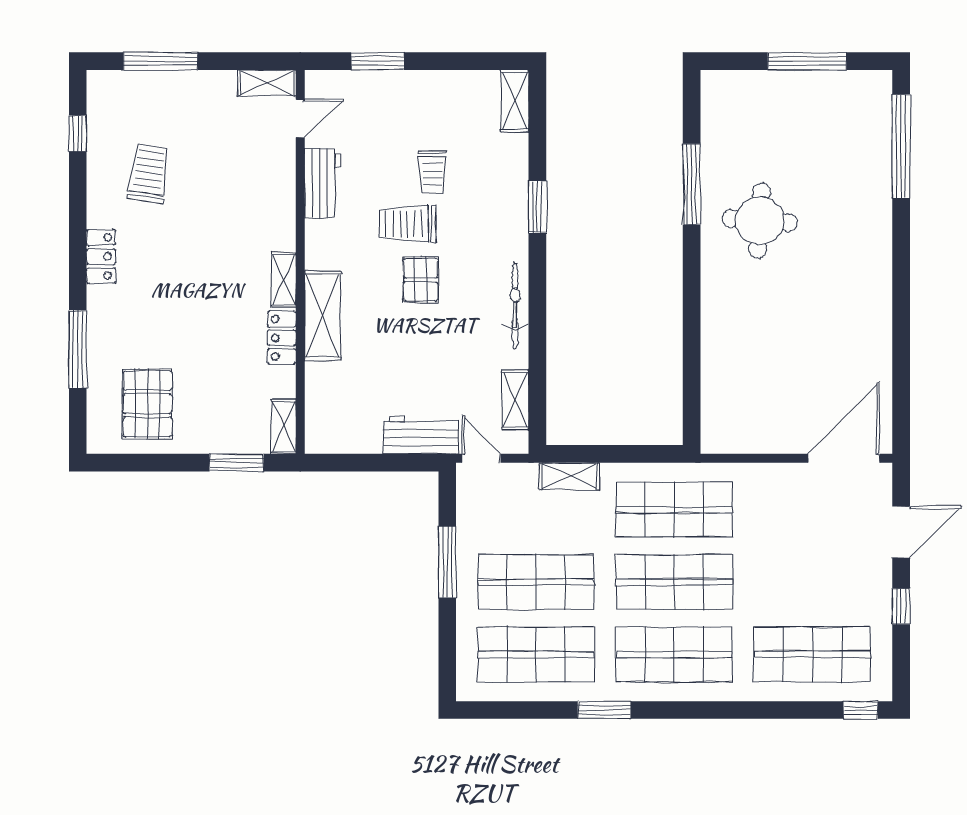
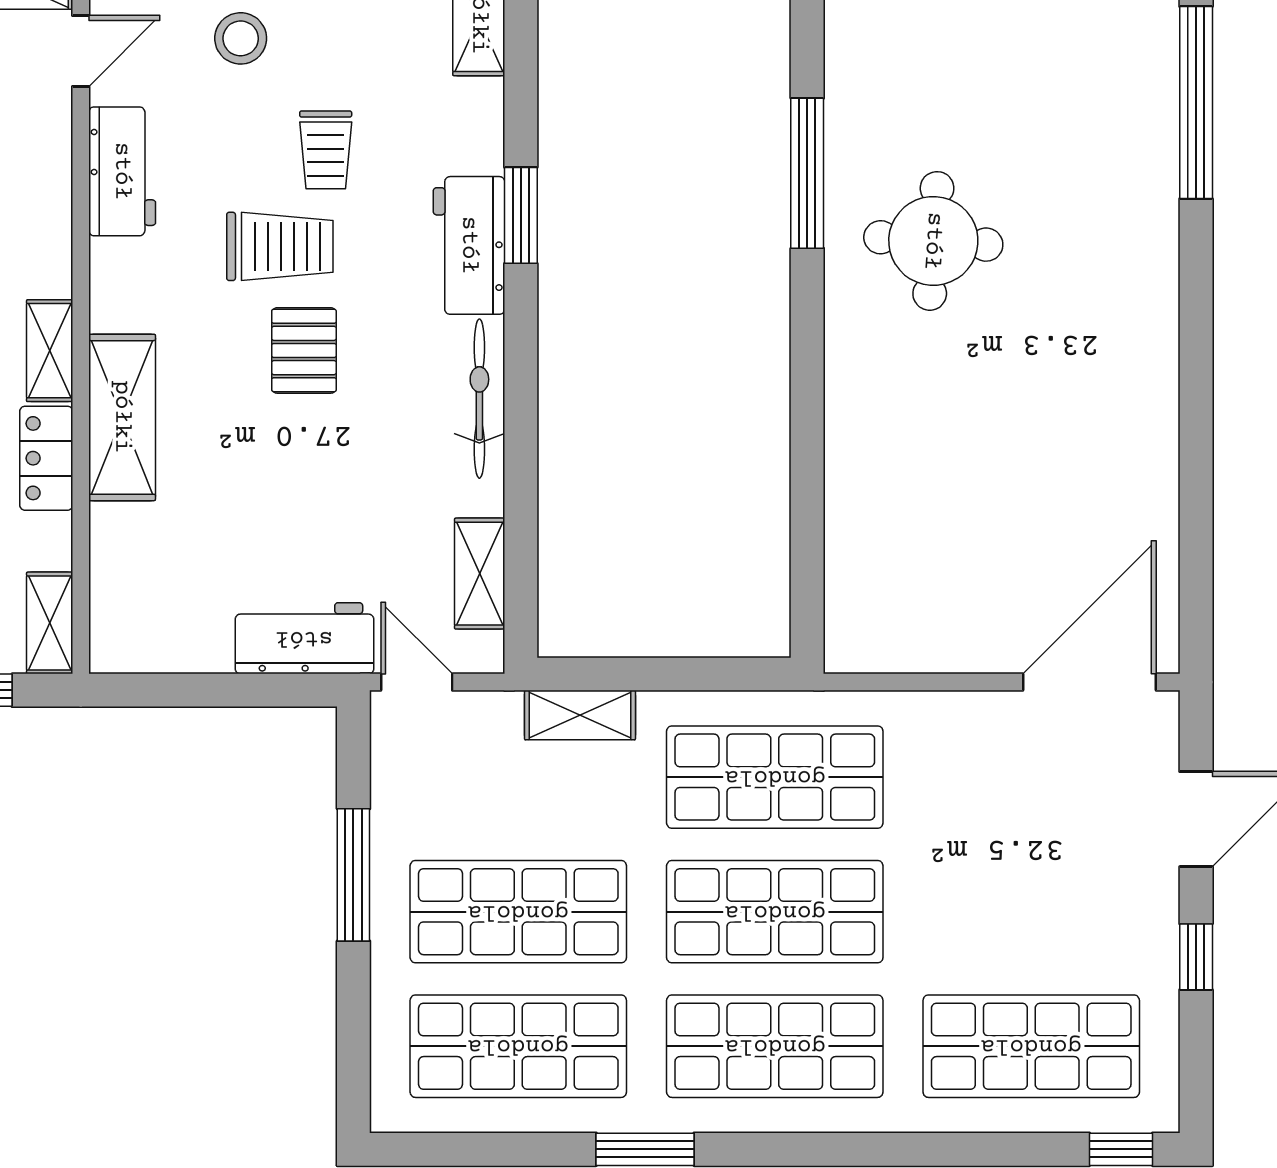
stool: (386, 112) -> (241, 38), added
workbench: (510, 223) -> (469, 245), added
trolley: (408, 224) -> (280, 246), turned 180

